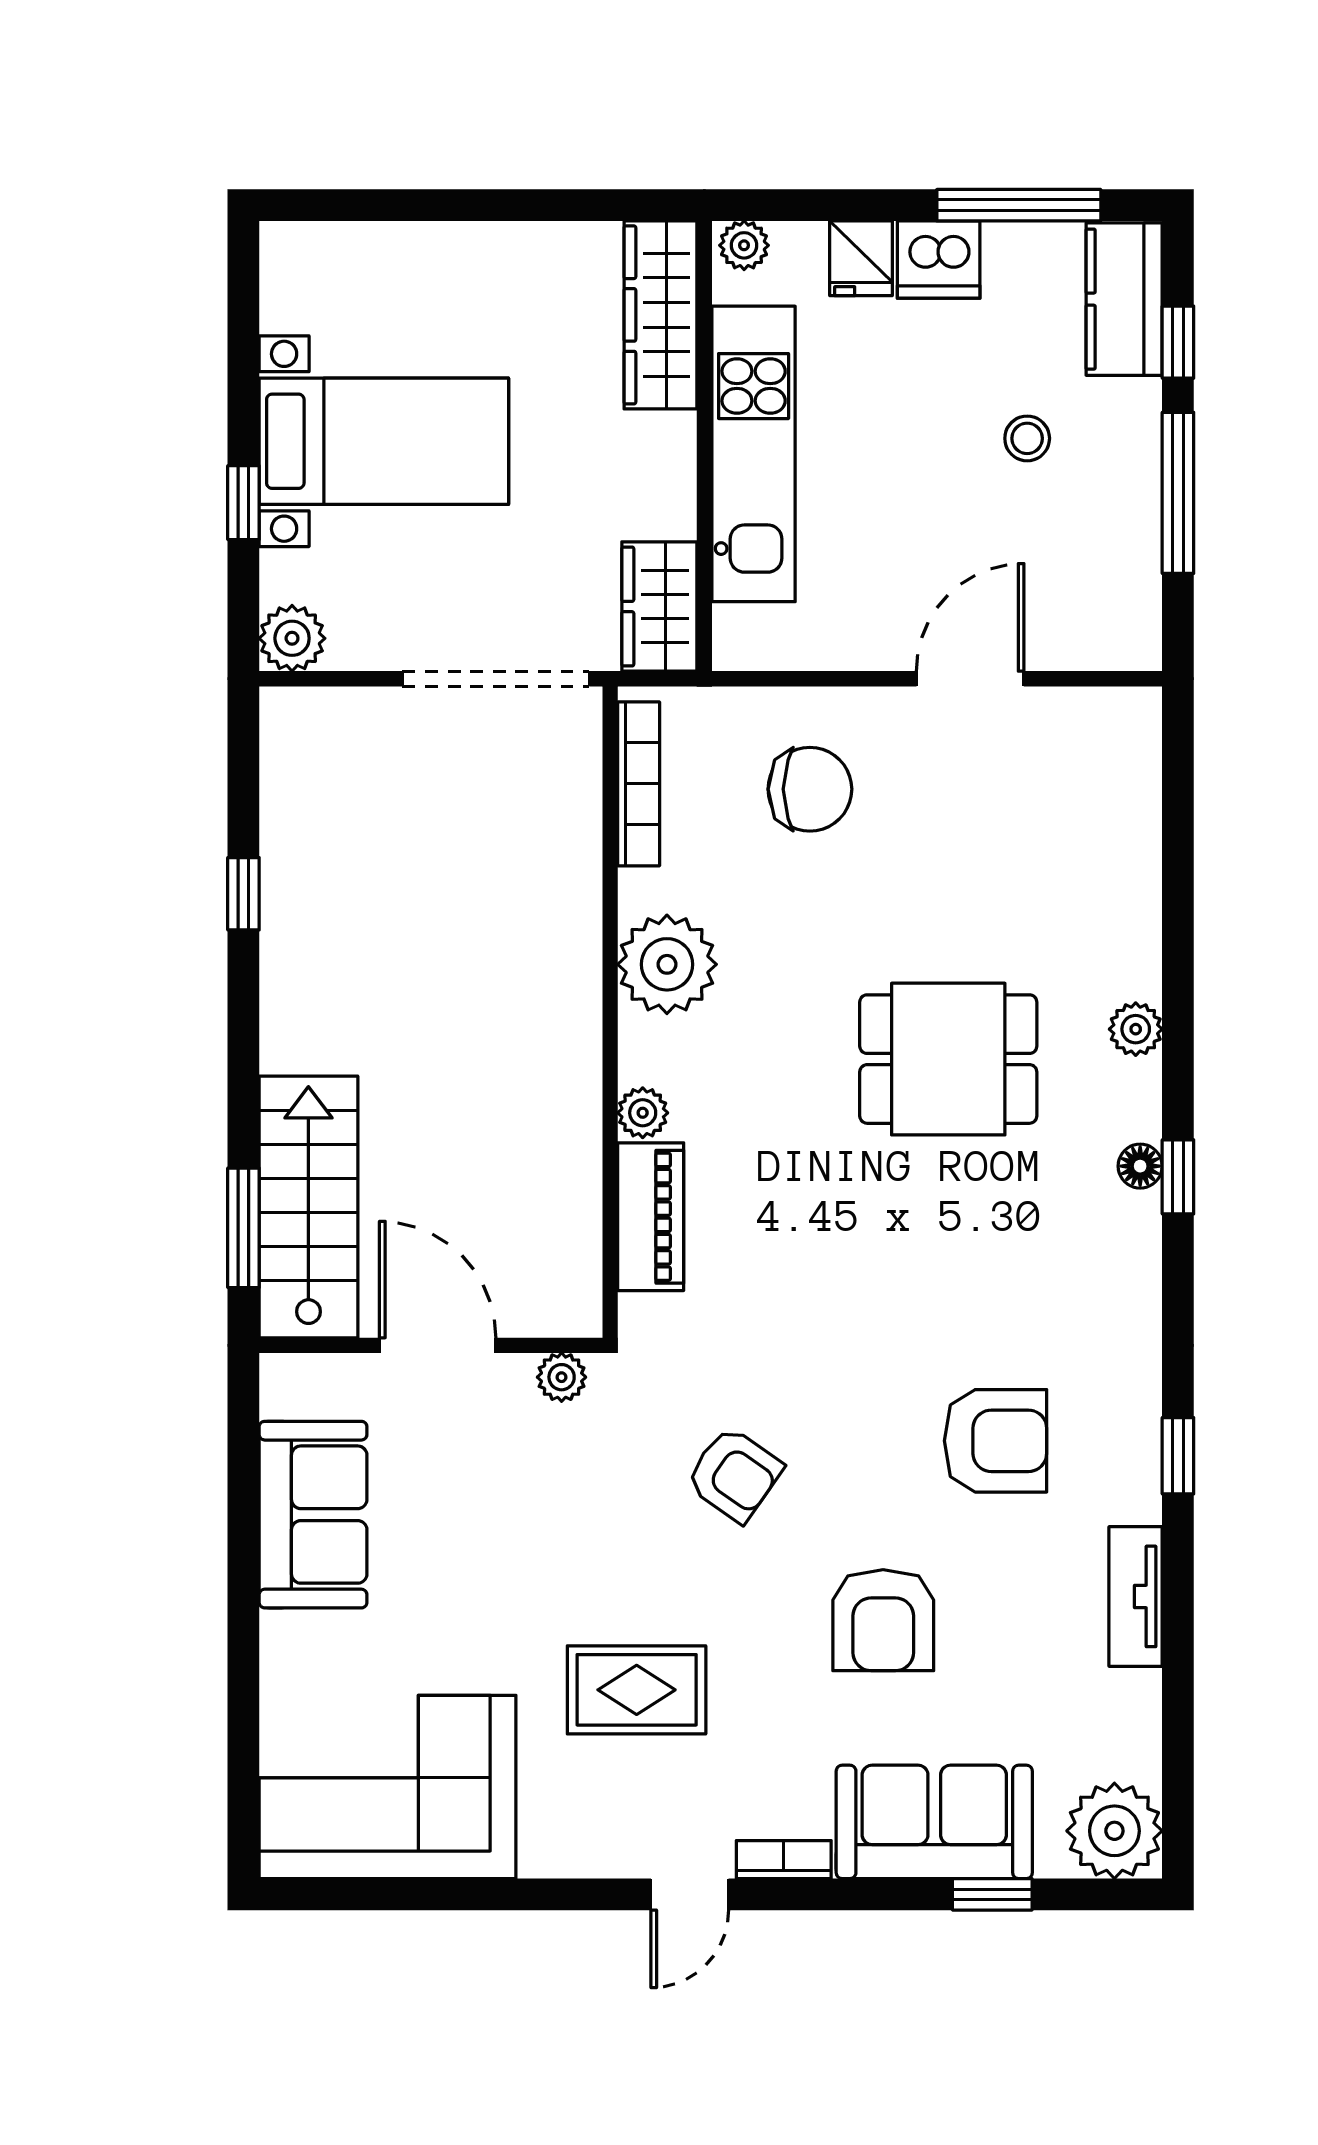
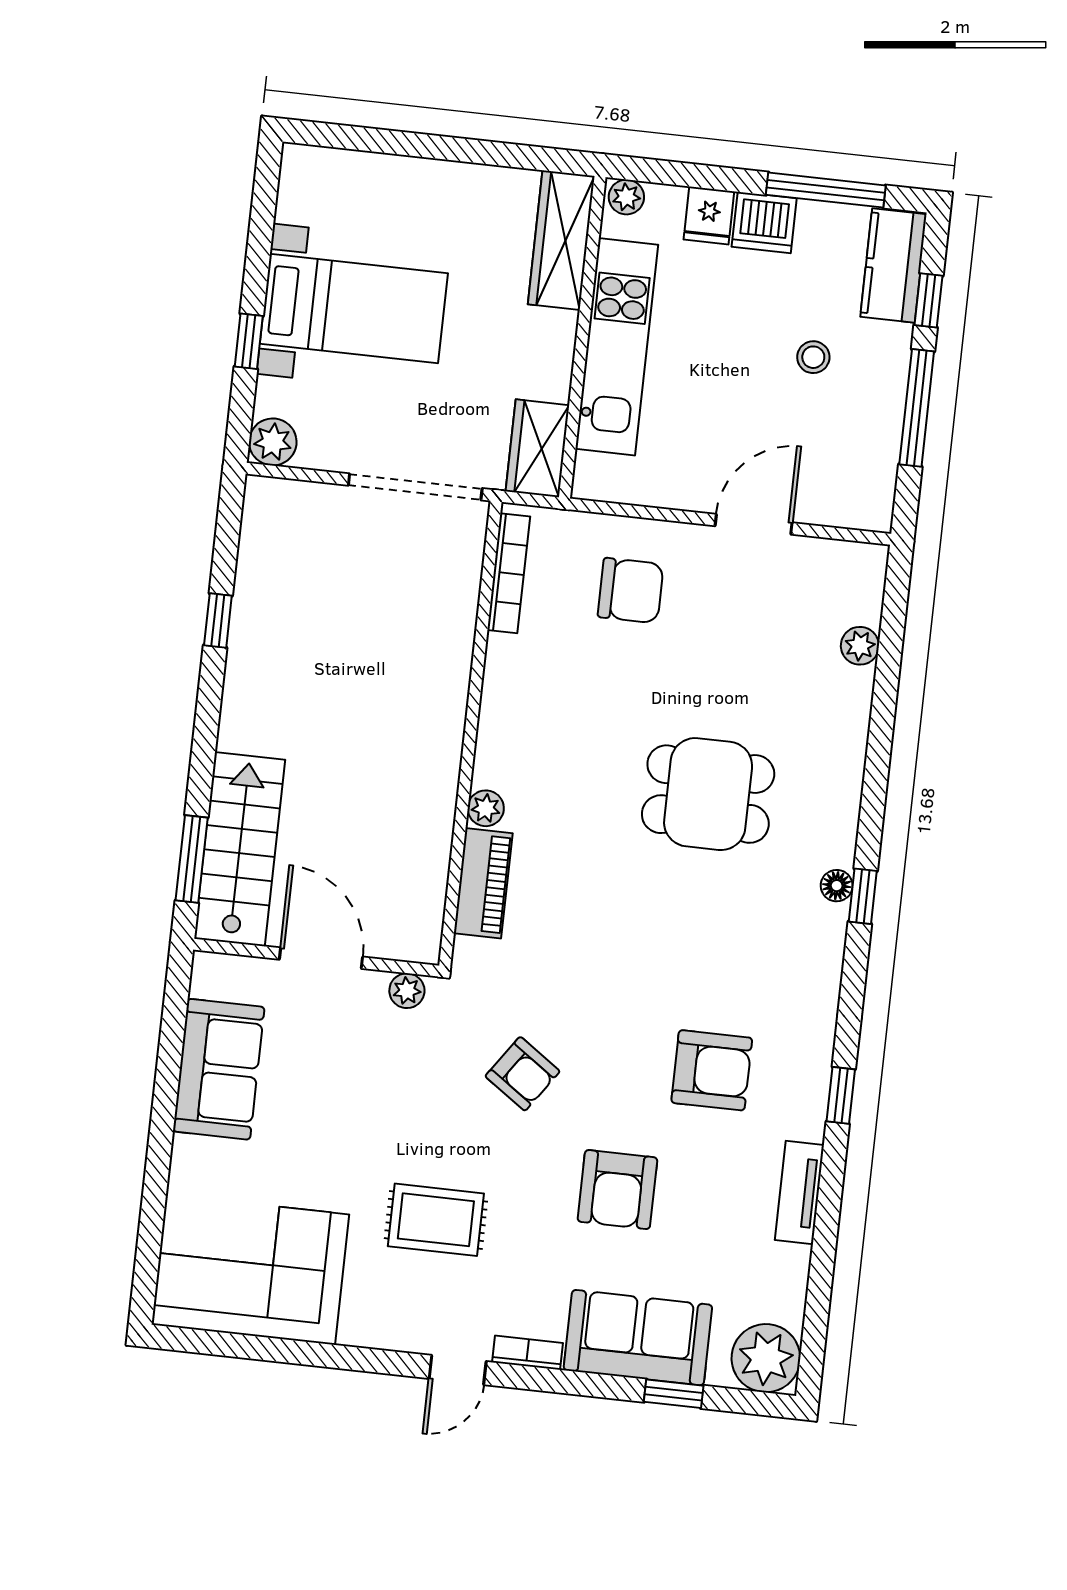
plant: (667, 964) -> (515, 704), removed
plant: (1136, 1029) -> (860, 646), moved

